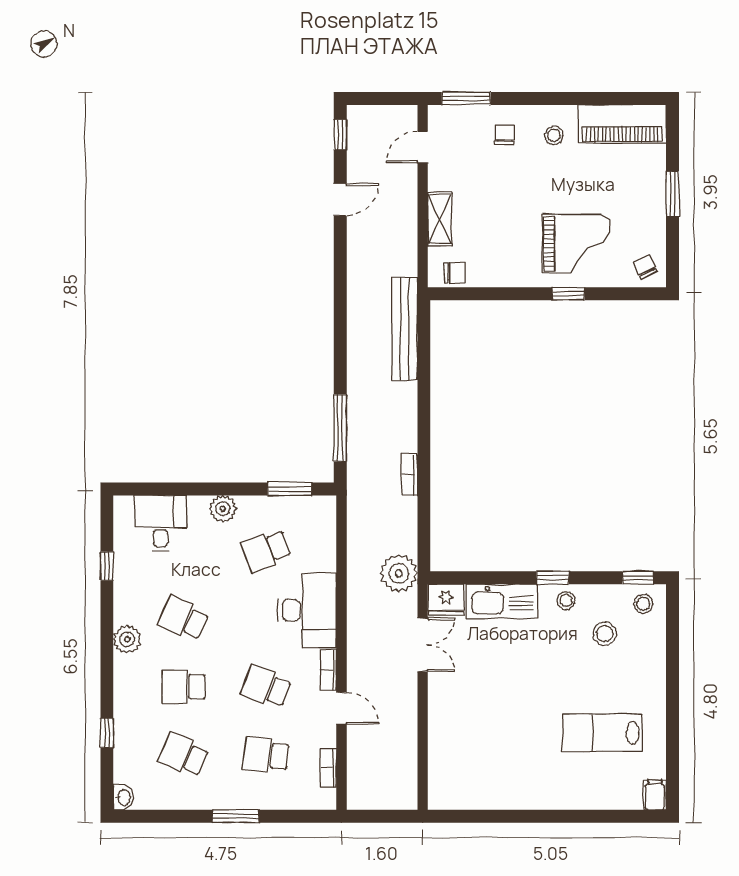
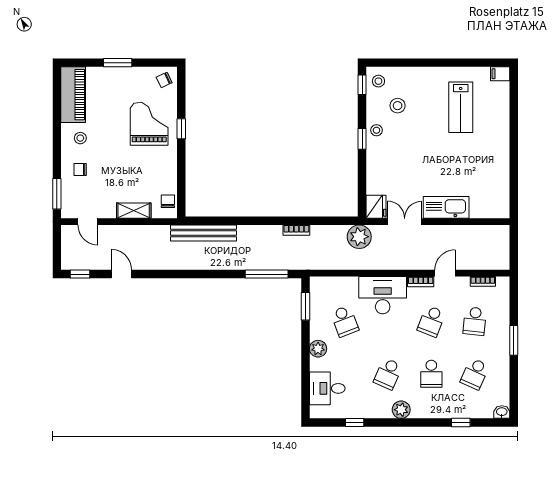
kitchen sink: (502, 601) -> (446, 207), moved, turned -90

